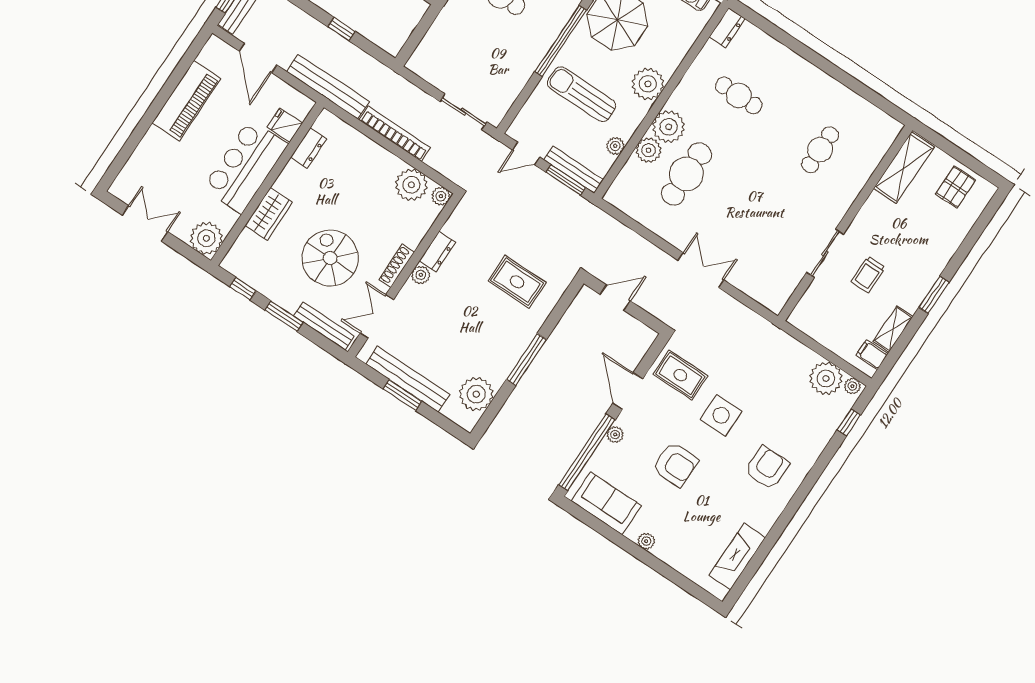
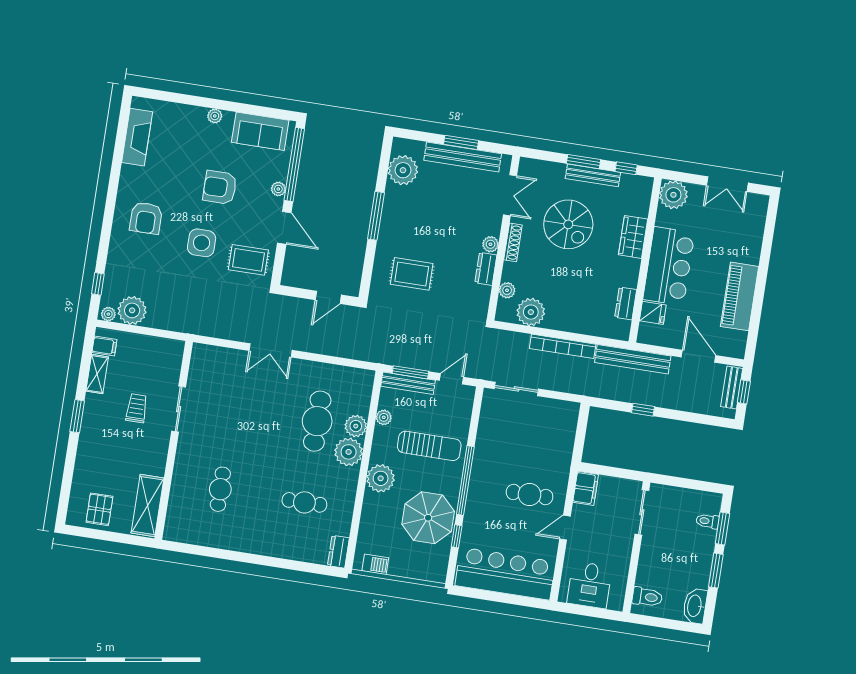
plant: (441, 196) -> (507, 290), moved
bench: (324, 326) -> (593, 175), moved

